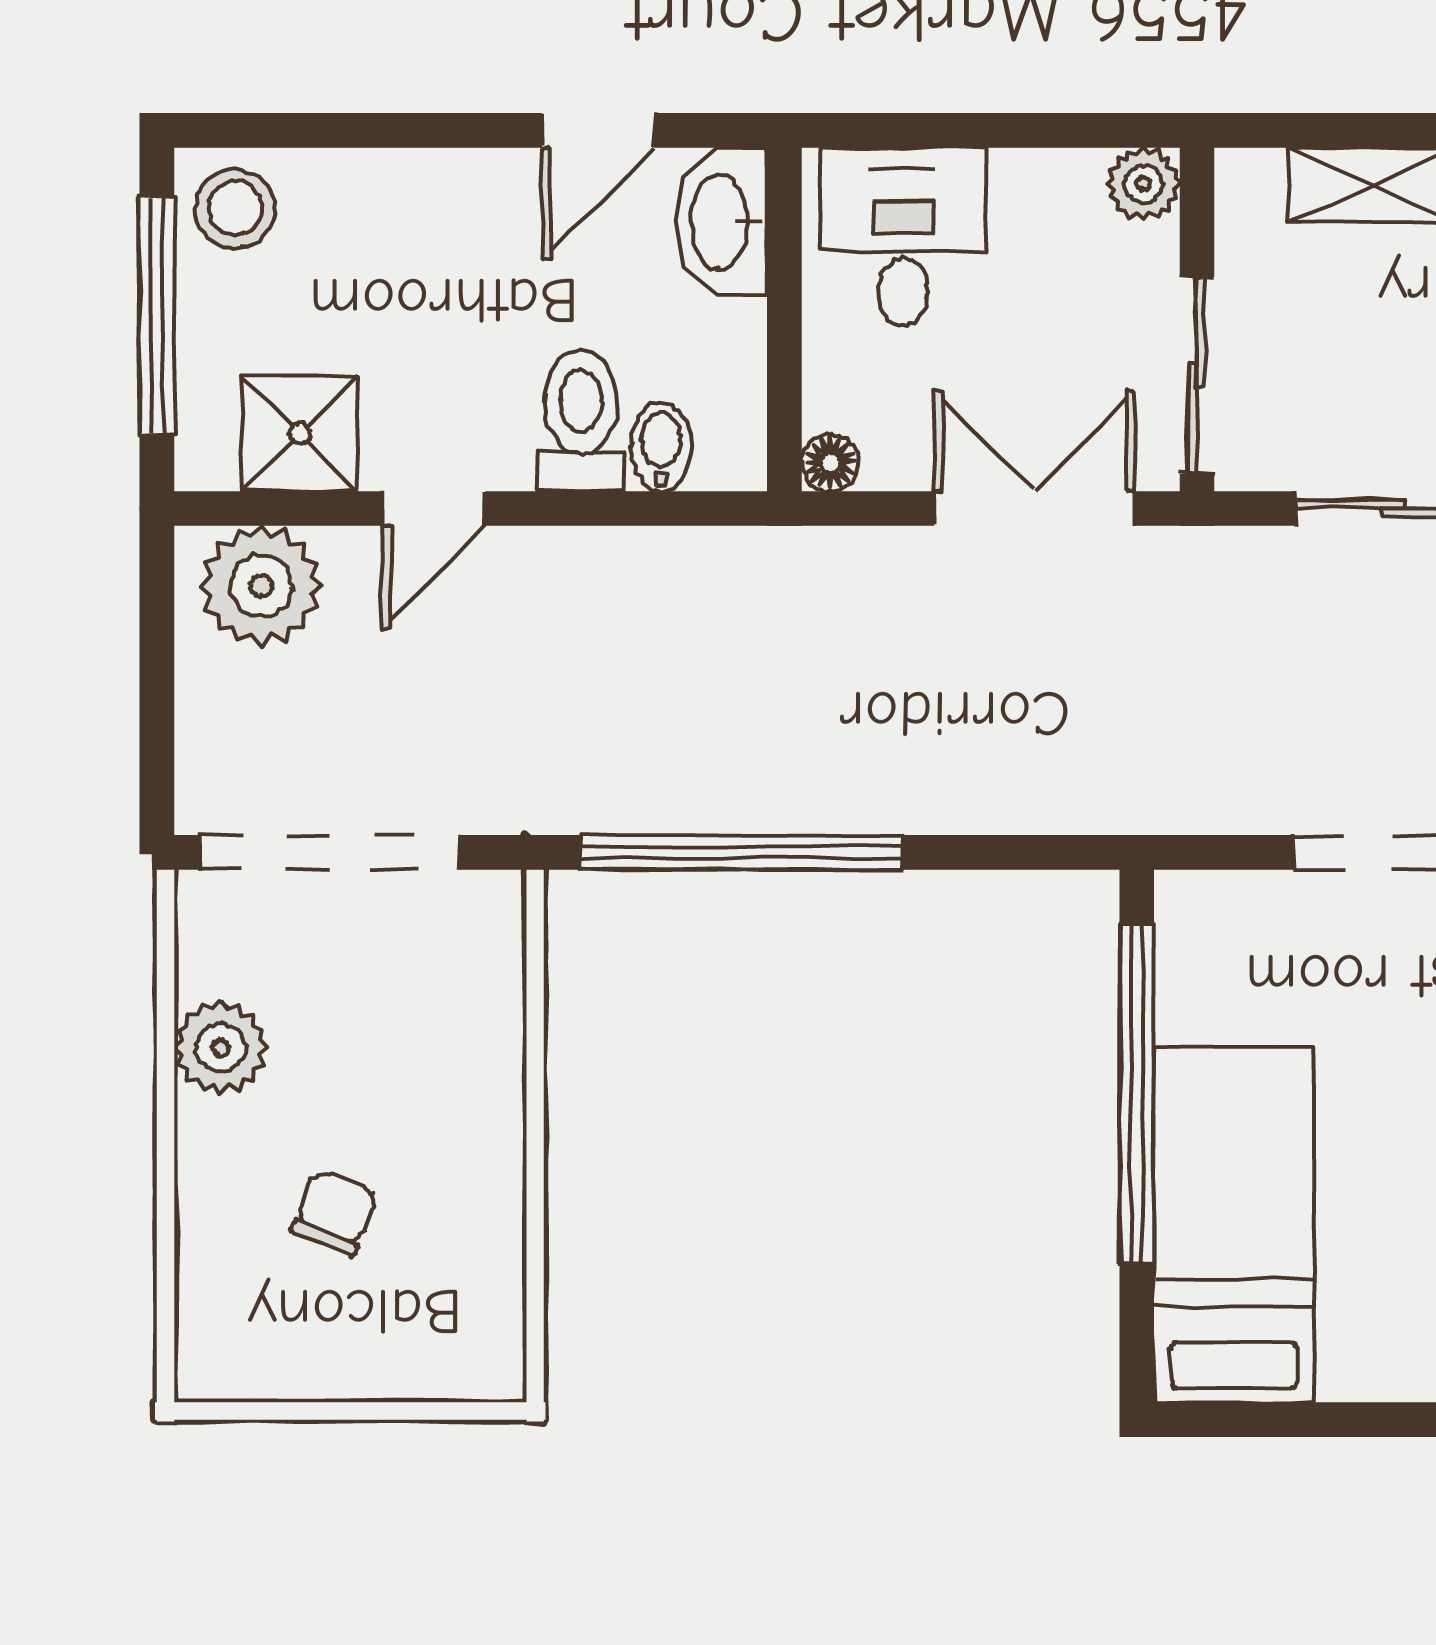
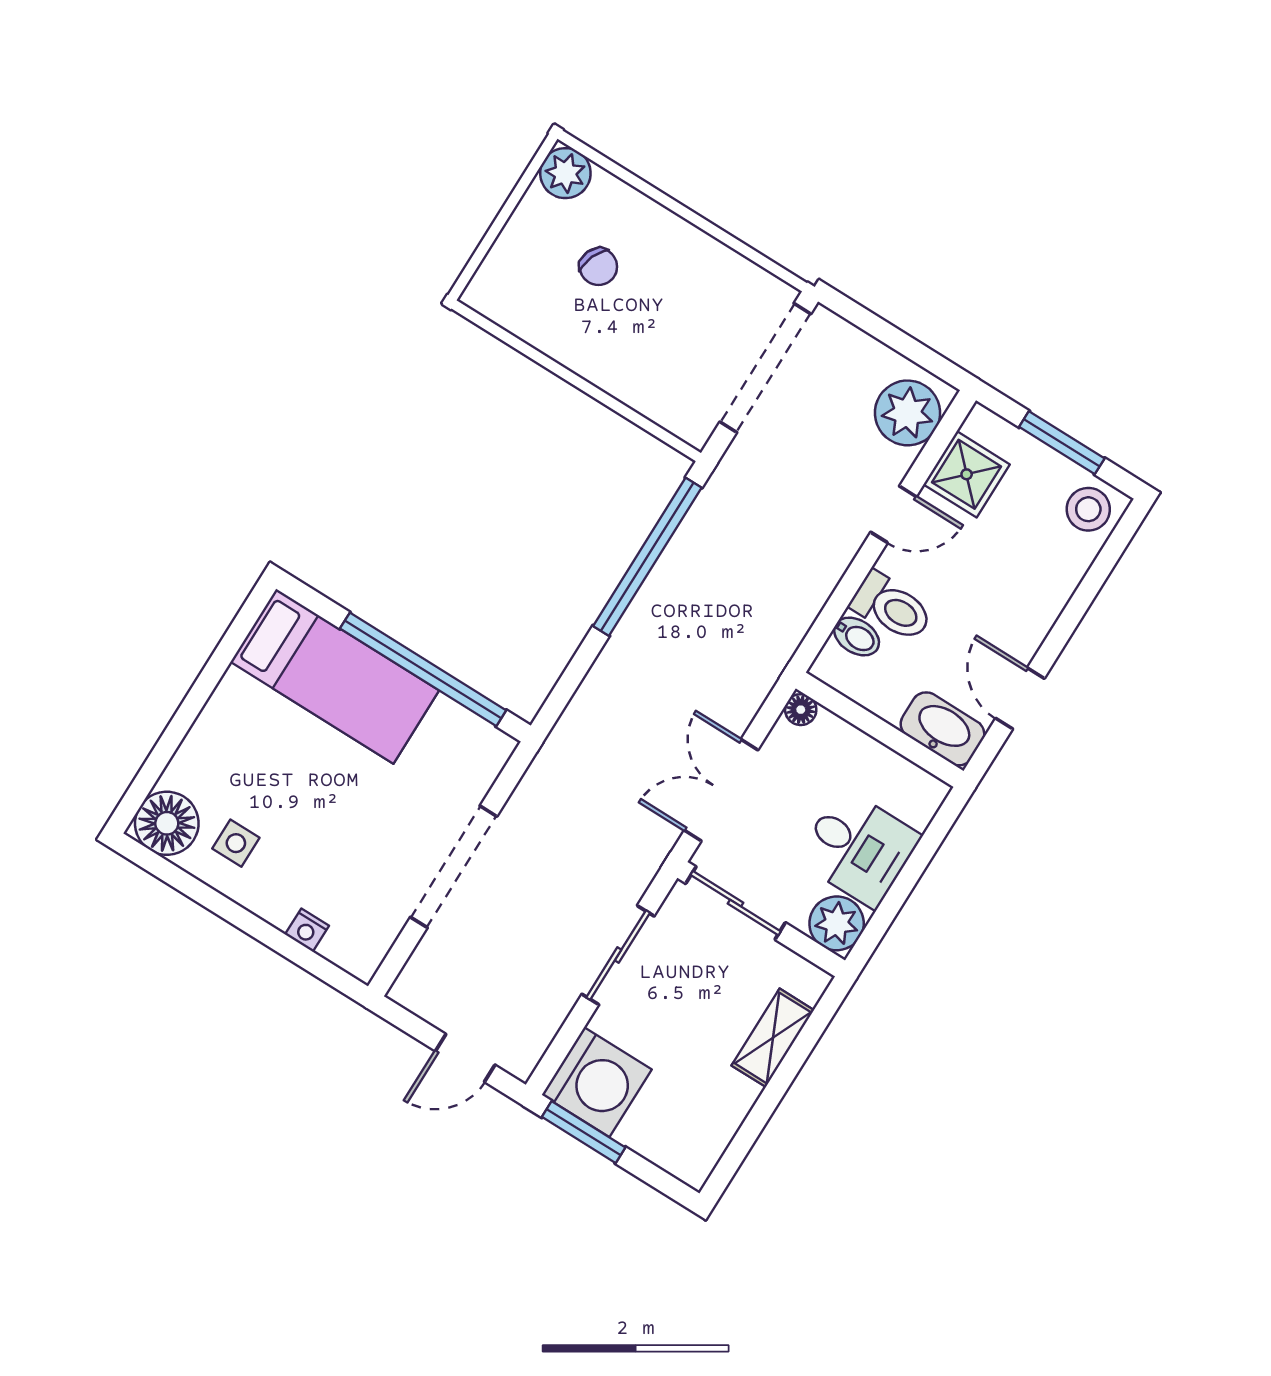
plant: (1143, 184) -> (837, 923), width x1.38, depth x1.38
desk: (903, 237) -> (859, 848), moved
window: (157, 315) -> (1062, 443), width x0.69
door: (434, 509) -> (893, 514), swing flipped
double door: (1034, 509) -> (721, 790), swing flipped
plant: (221, 1048) -> (565, 173), moved

